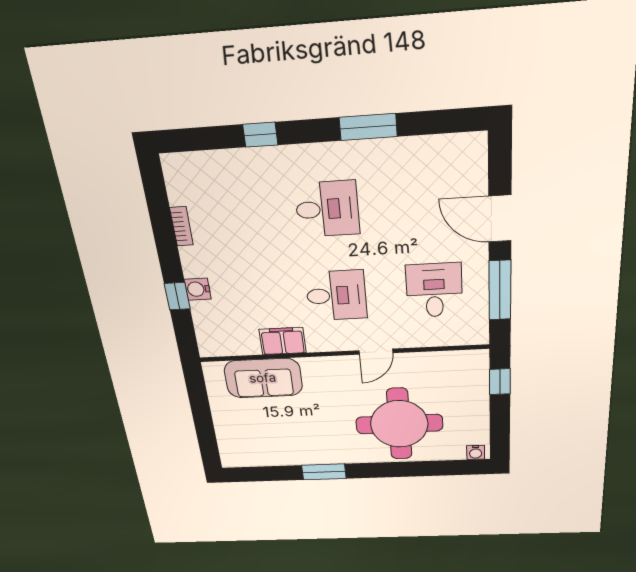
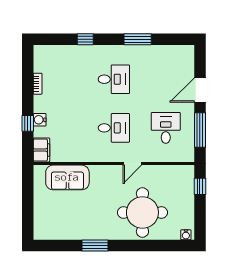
door: (500, 219) -> (200, 90), hinge flipped
filing cabinet: (283, 341) -> (41, 150), moved, turned 90

